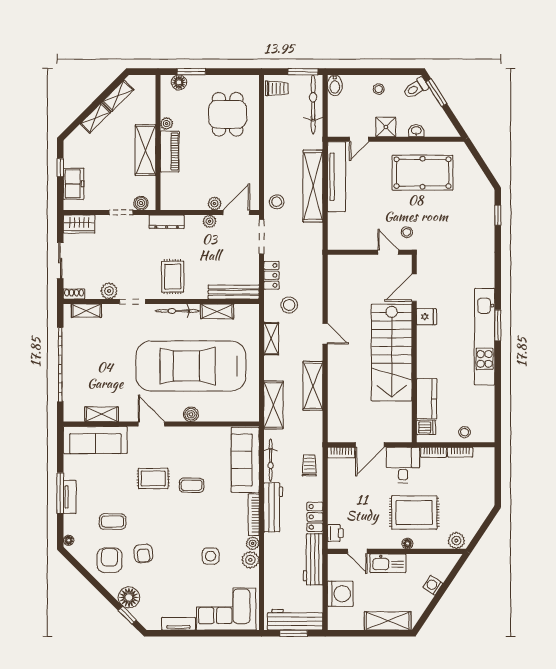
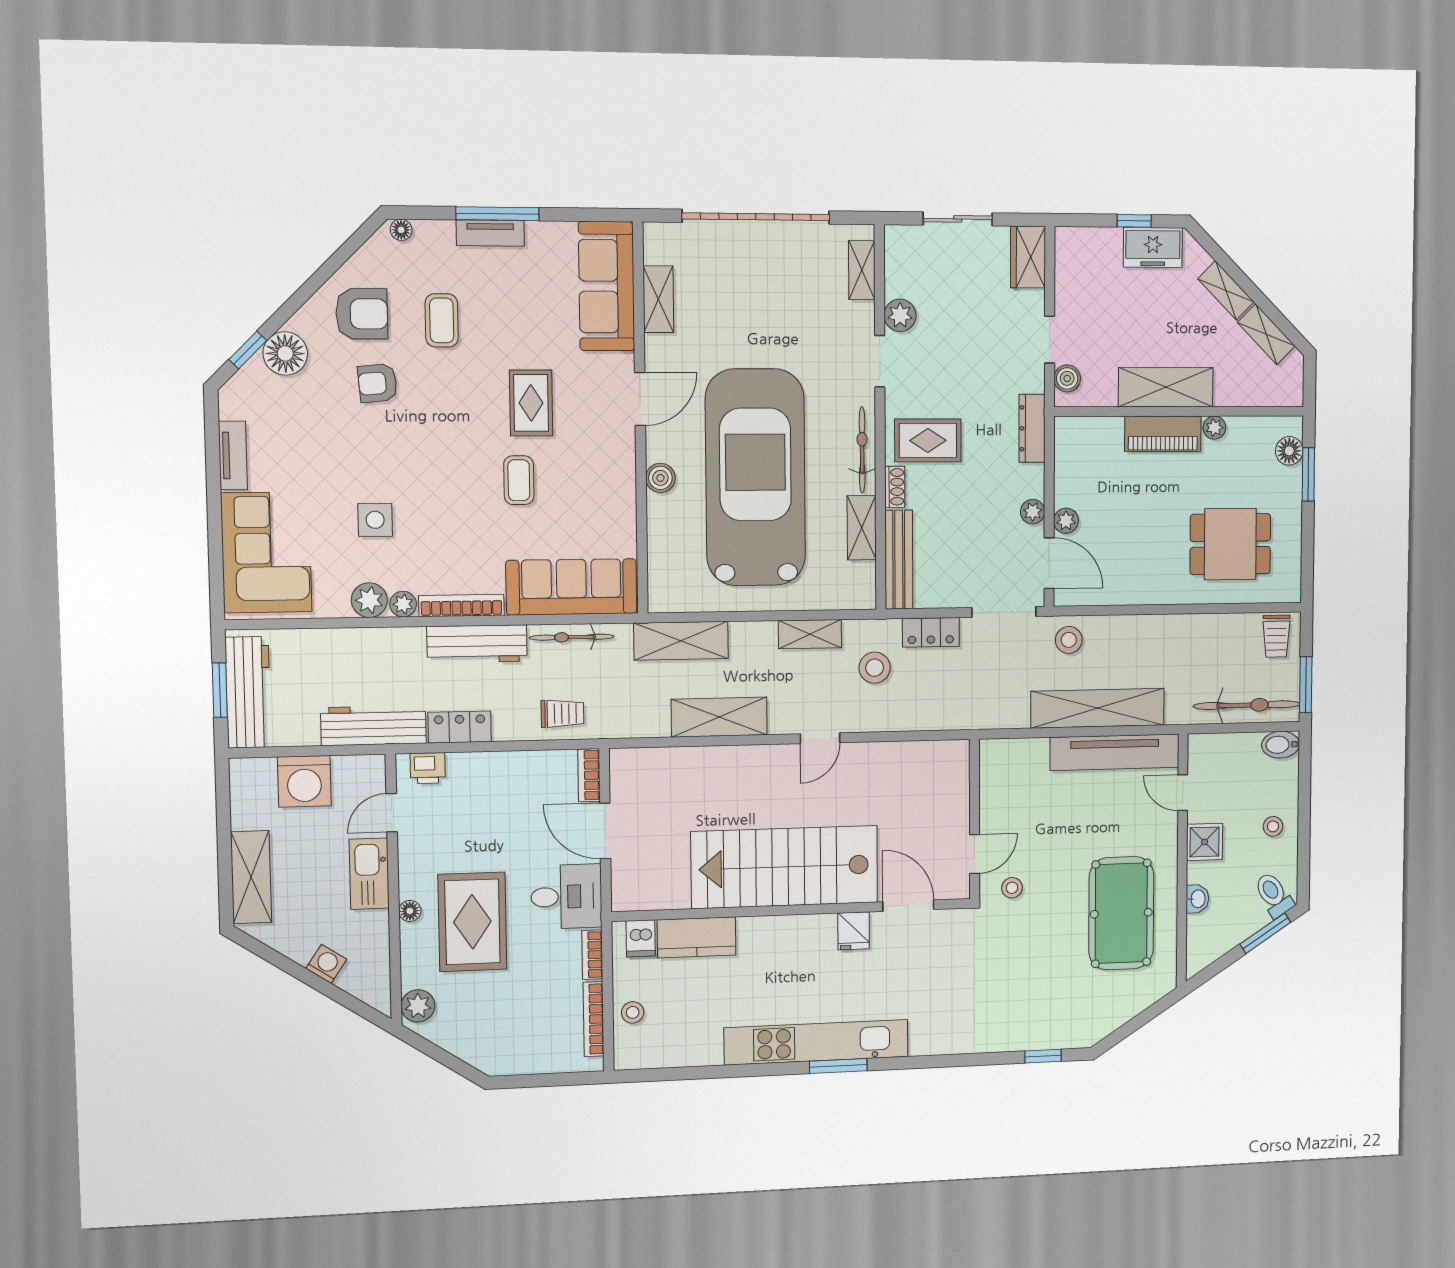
freezer: (74, 184) -> (1153, 247), moved
shoe rack: (74, 294) -> (895, 487), moved
bookcase: (460, 452) -> (594, 1019), width x1.56

